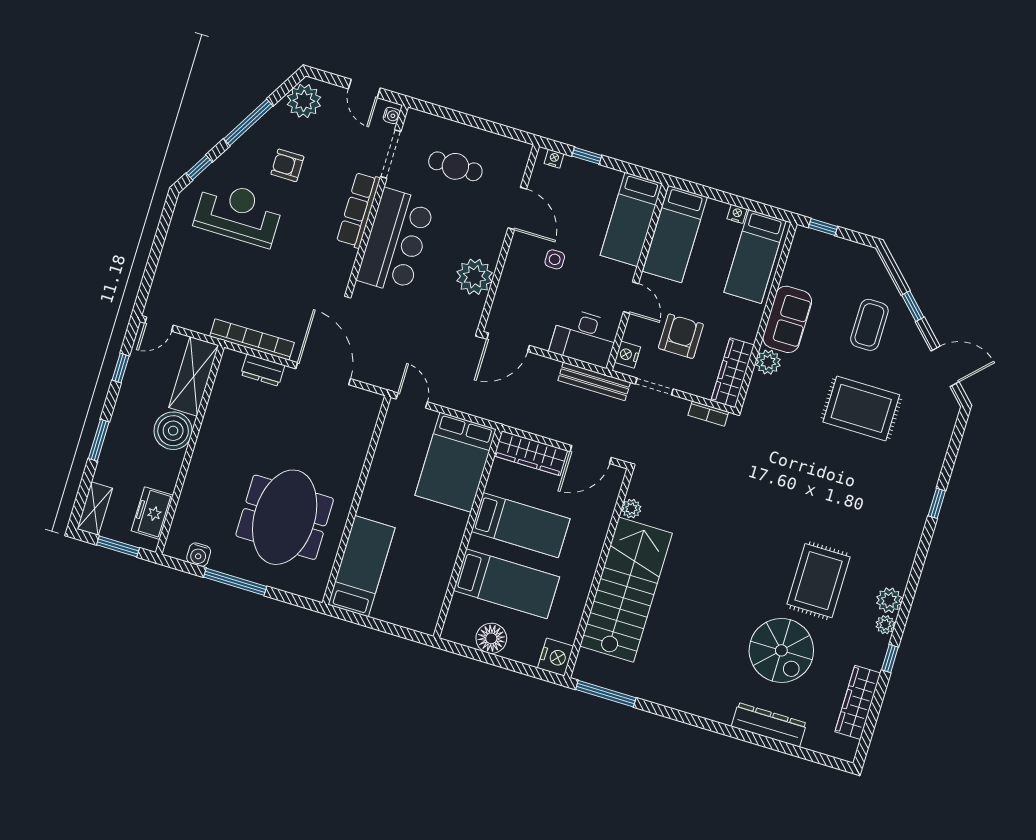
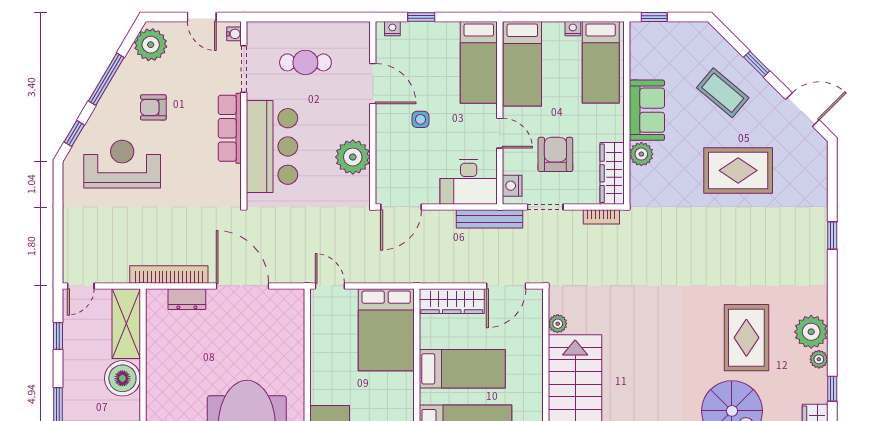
coffee table: (869, 325) -> (723, 93), turned -50
plant: (889, 600) -> (811, 332), width x1.36, depth x1.36

